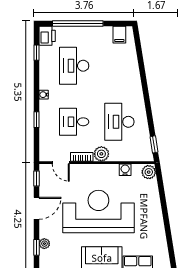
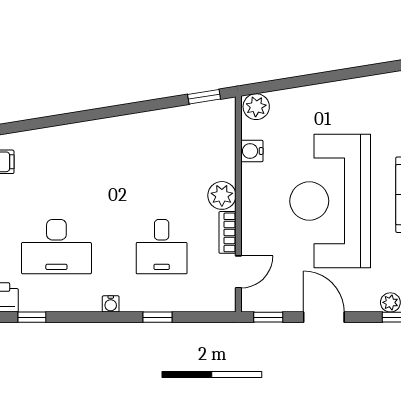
desk: (119, 122) -> (162, 162), removed

